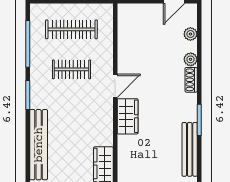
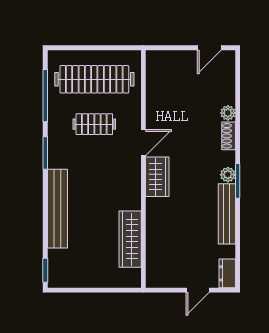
clothes rail: (71, 29) -> (94, 79), width x1.37, depth x1.31
plant: (190, 34) -> (228, 175), moved

